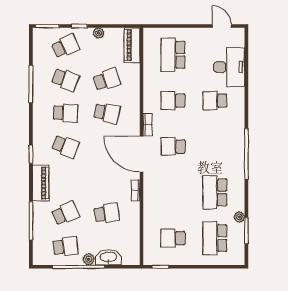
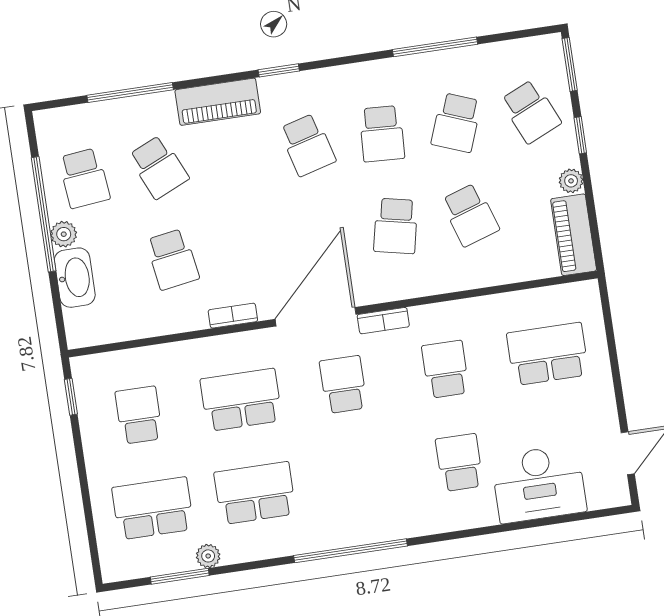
piano: (132, 45) -> (574, 235), moved, turned -90
school desk: (65, 146) -> (307, 145), turned -36
school desk: (173, 192) -> (241, 400), added

